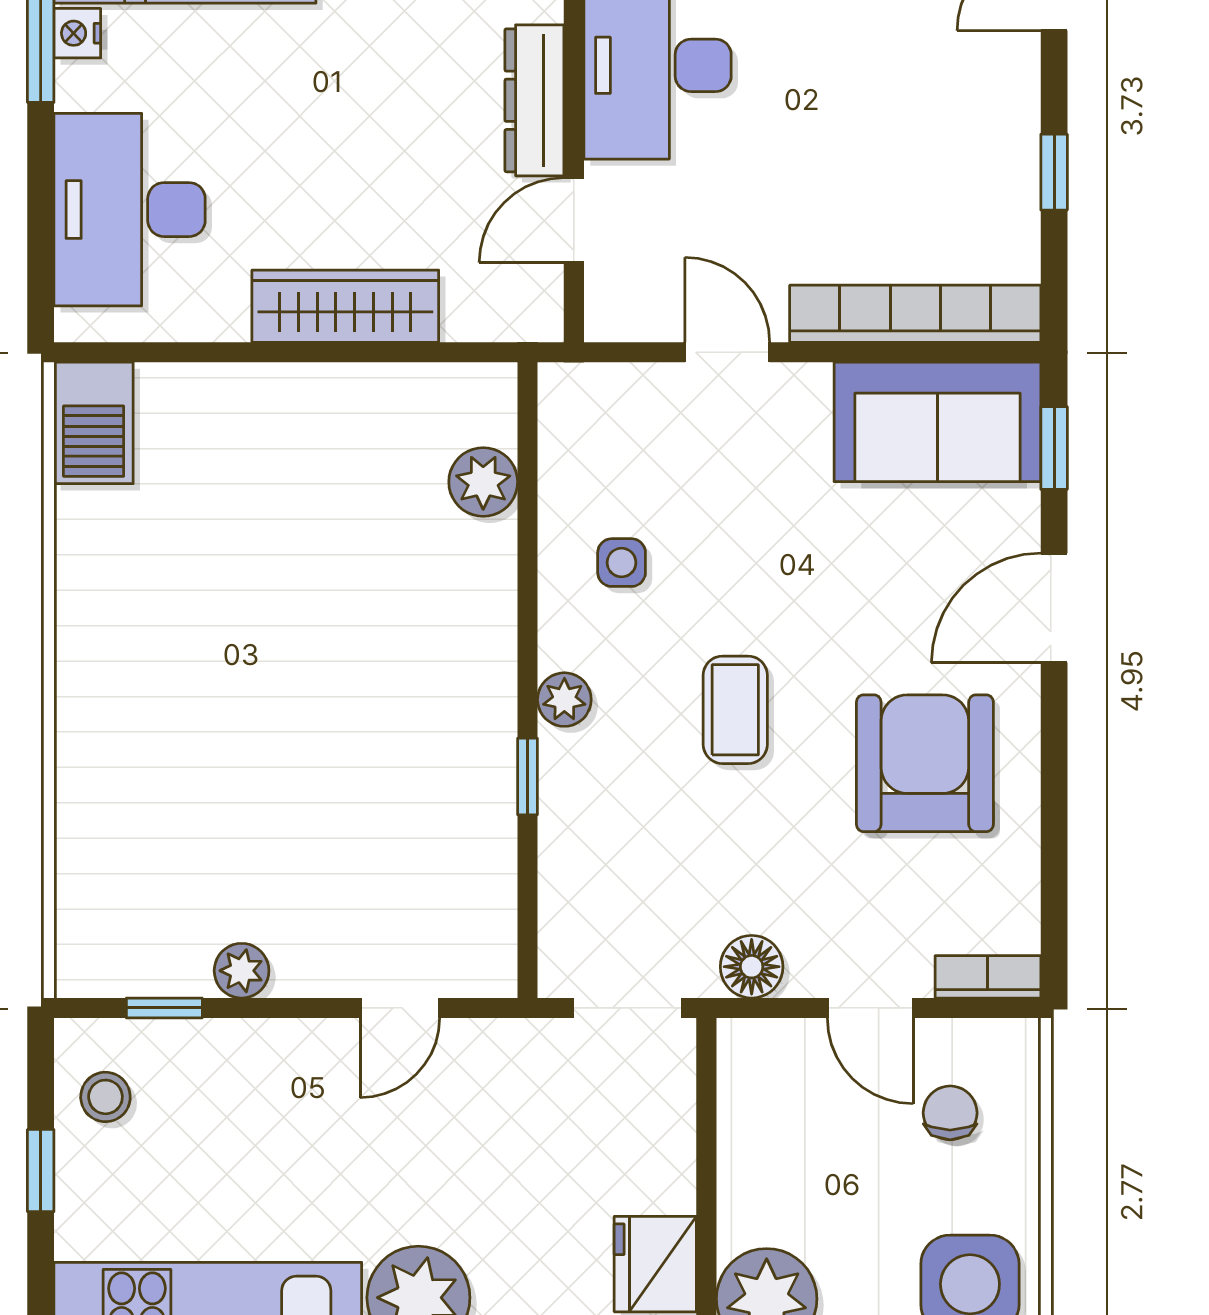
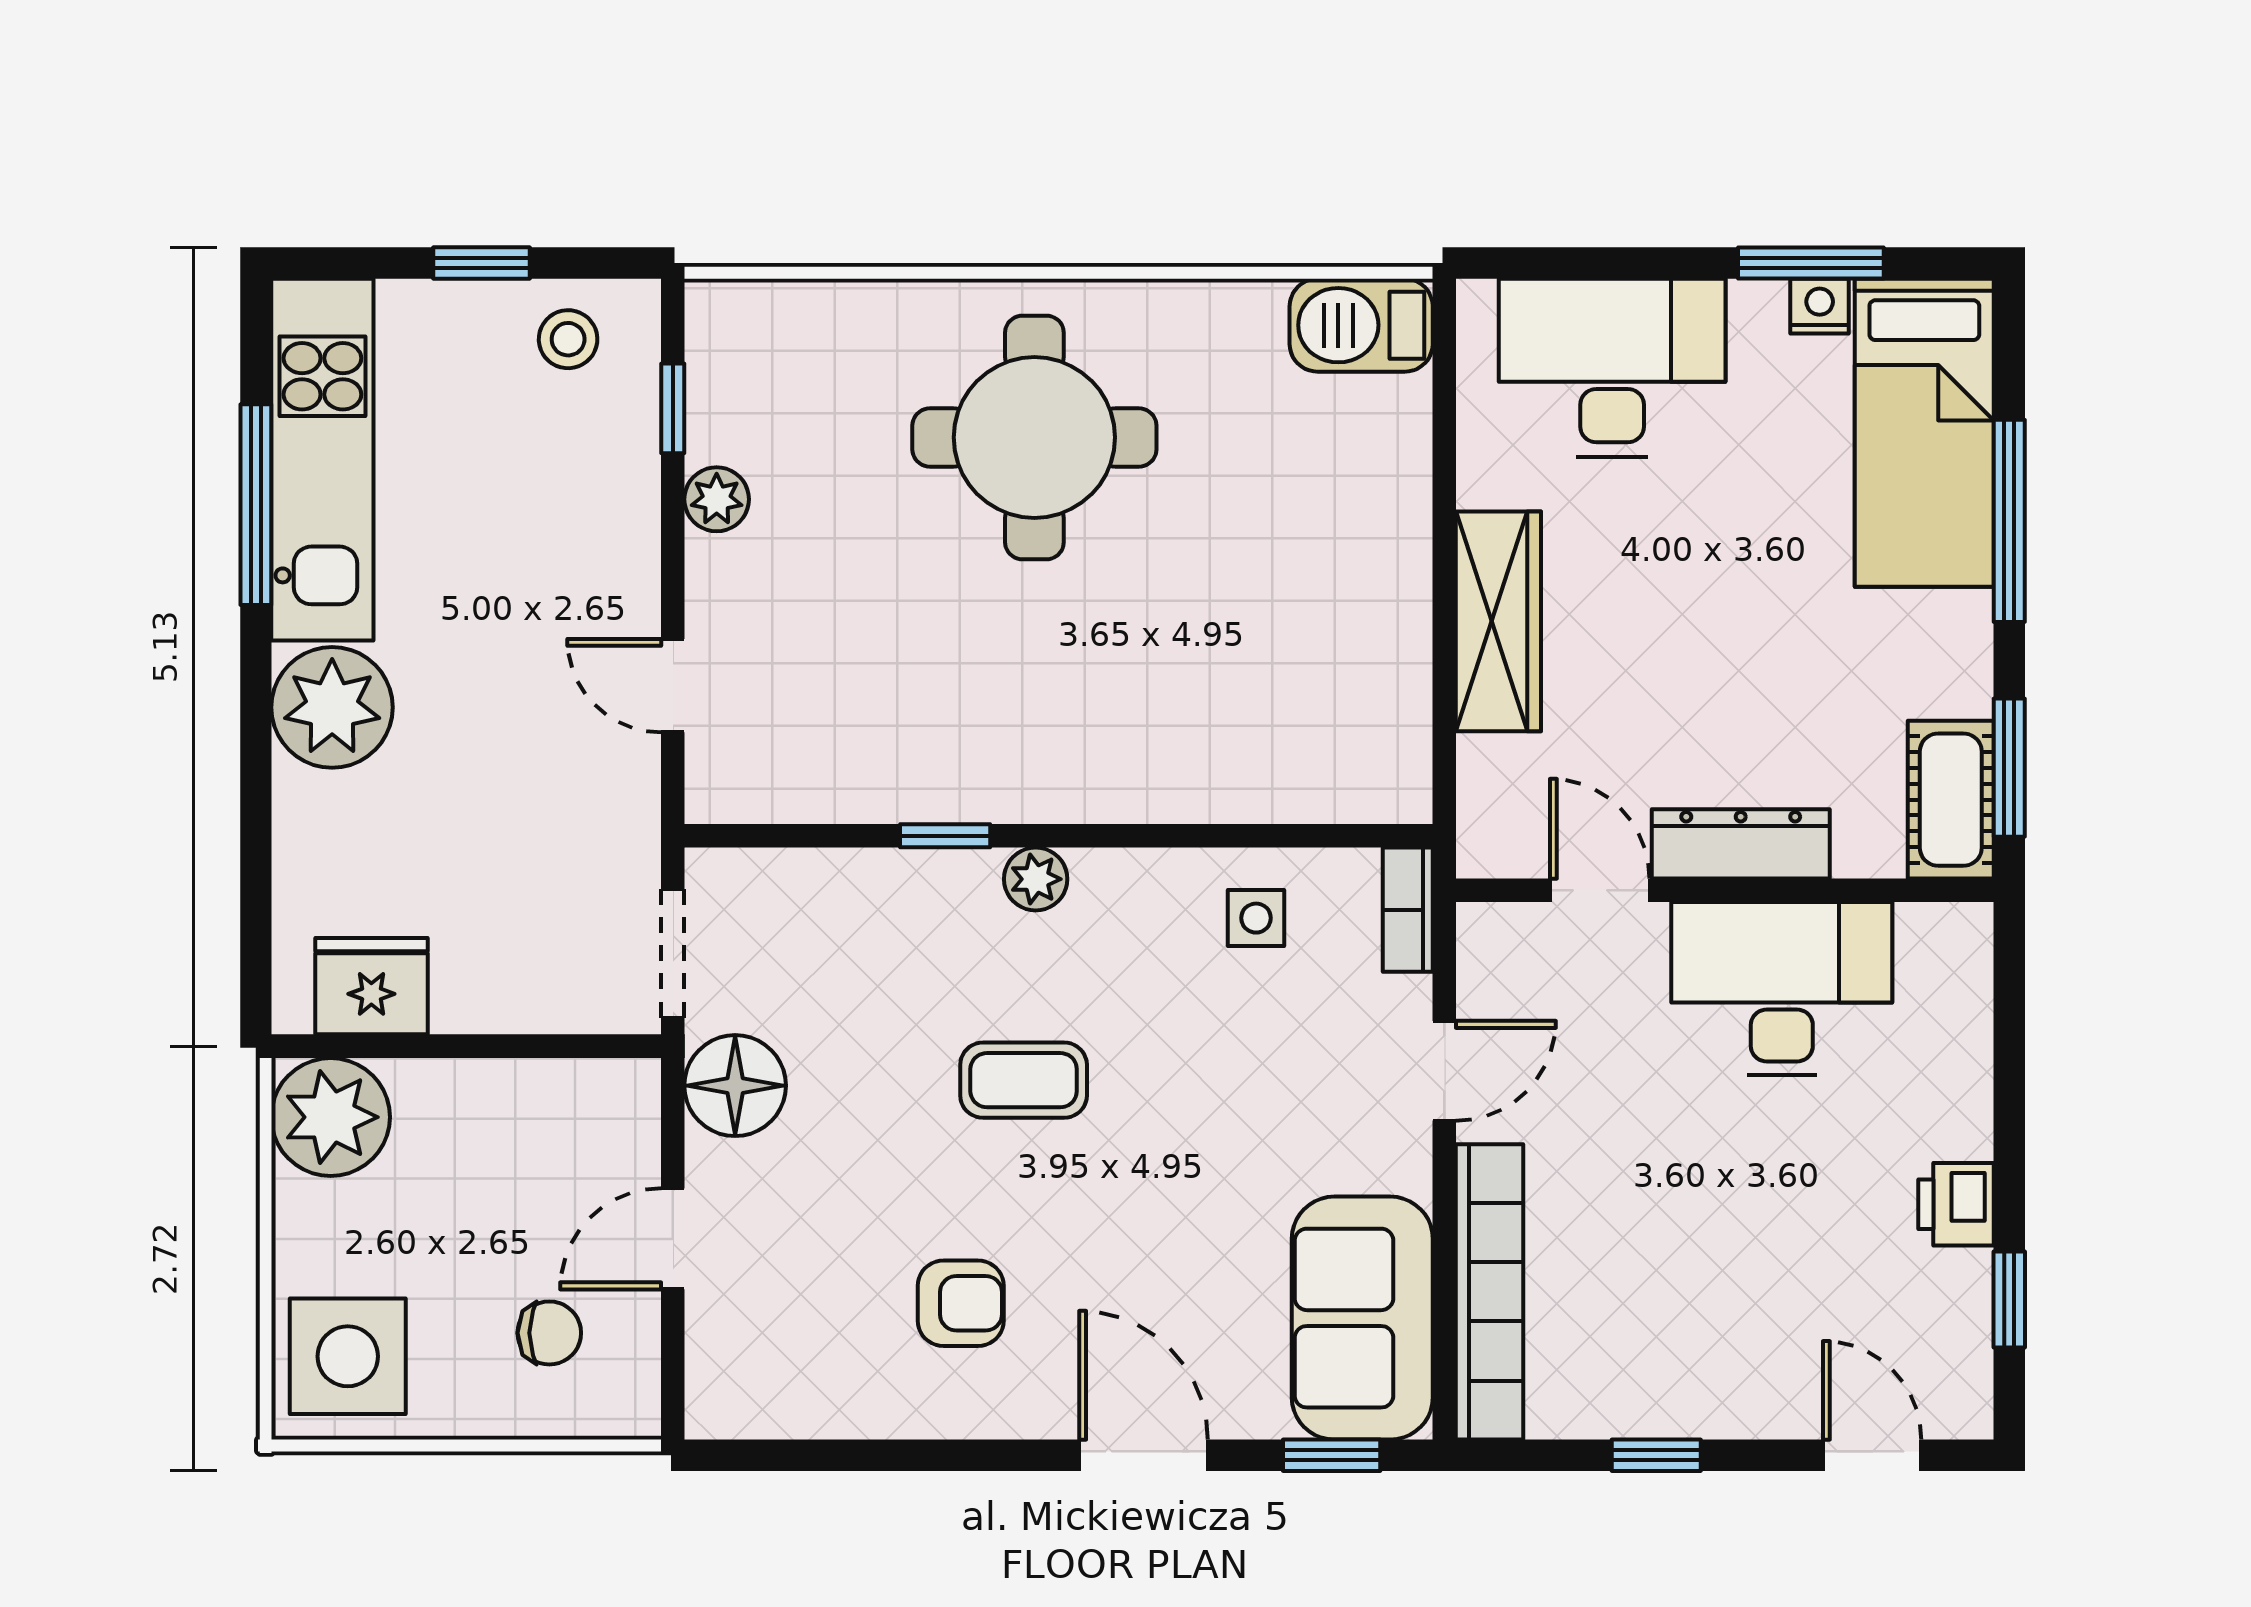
plant: (483, 482) -> (1292, 784), removed
side table: (622, 563) -> (1256, 918), moved
round table: (189, 701) -> (1034, 437), added
armchair: (925, 763) -> (961, 1303), width x0.53, depth x0.53
floor lamp: (752, 967) -> (735, 1086), width x1.38, depth x1.38
bookcase: (988, 977) -> (1408, 910), moved, turned 180

